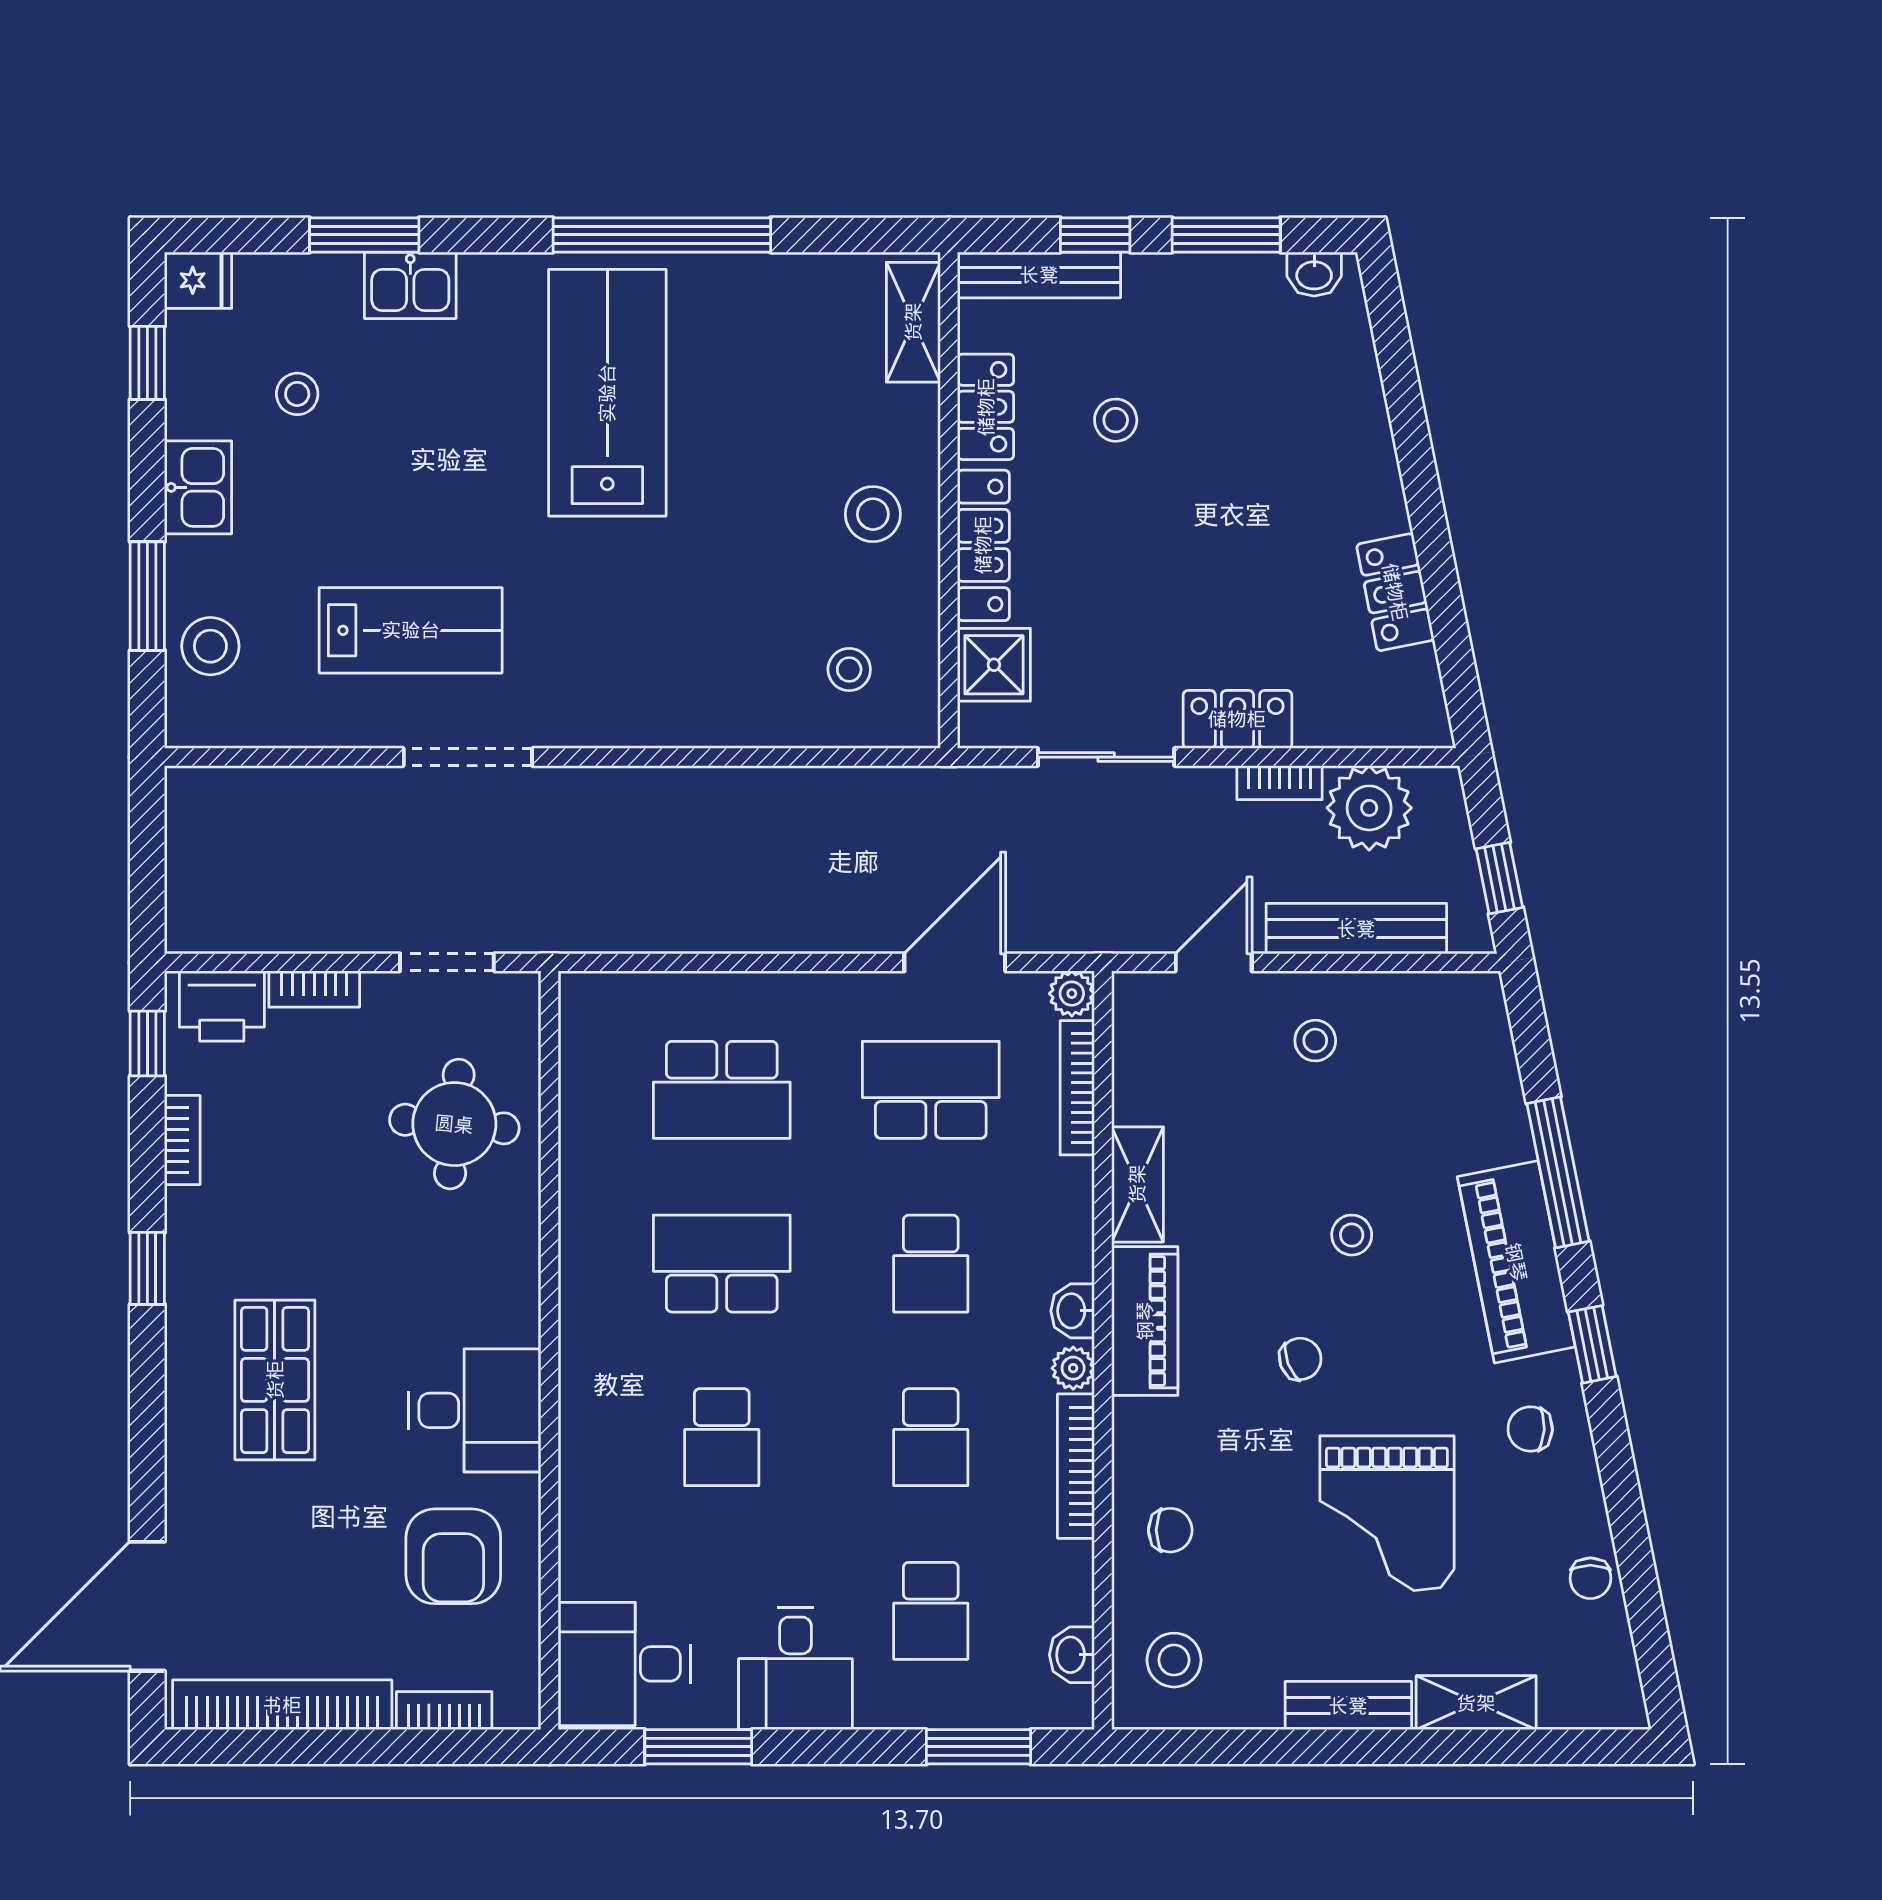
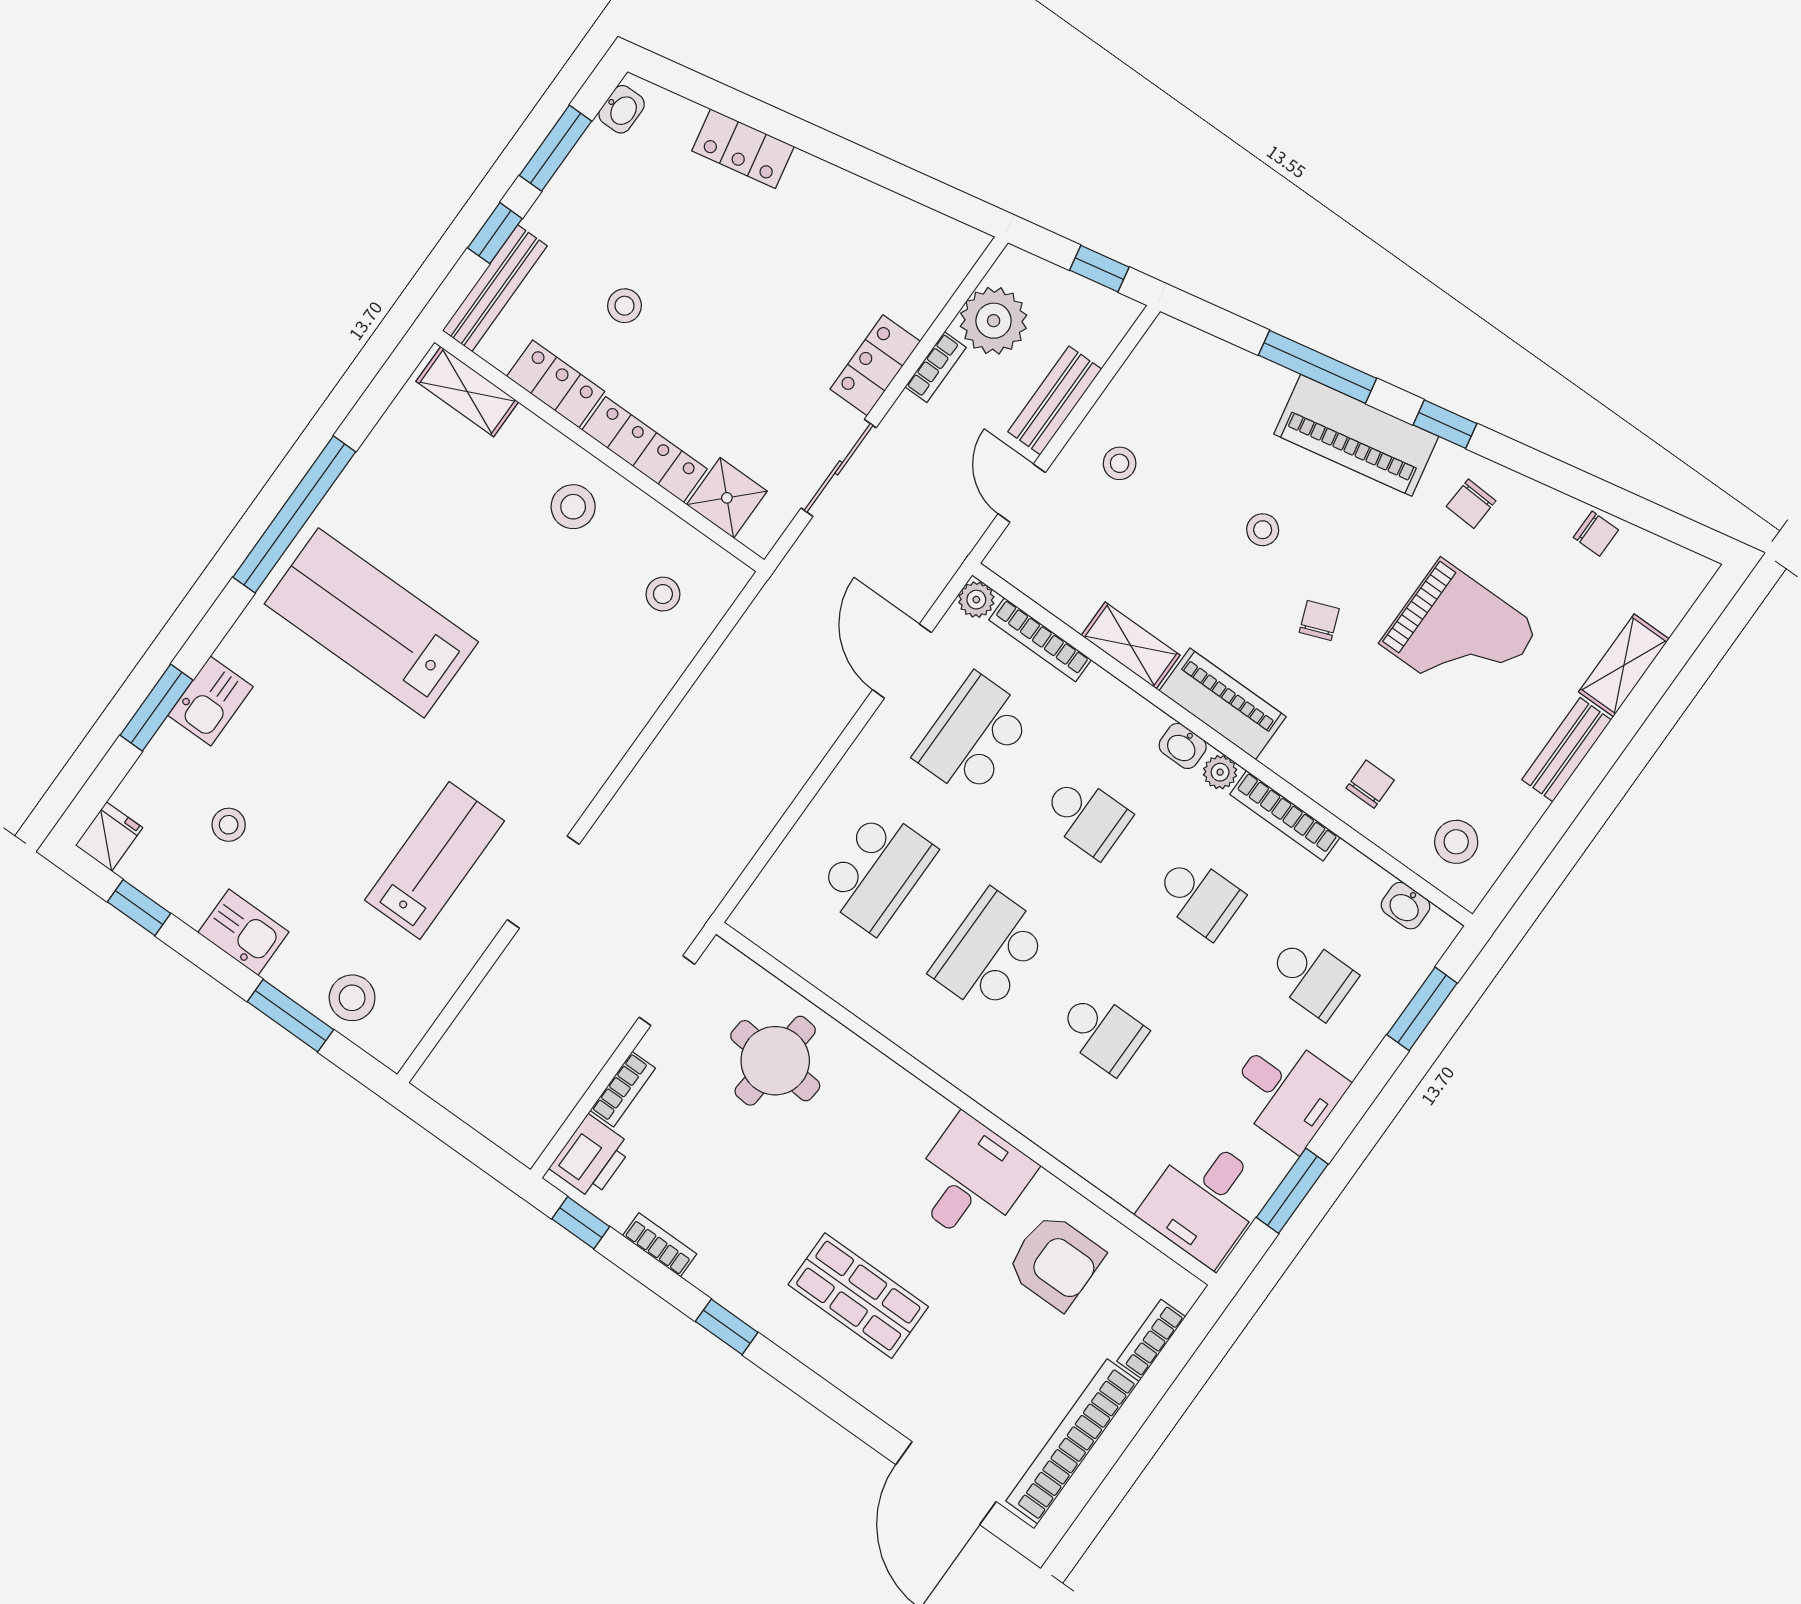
locker: (1395, 592) -> (743, 149), moved
bench: (1356, 929) -> (1055, 400), width x0.73

